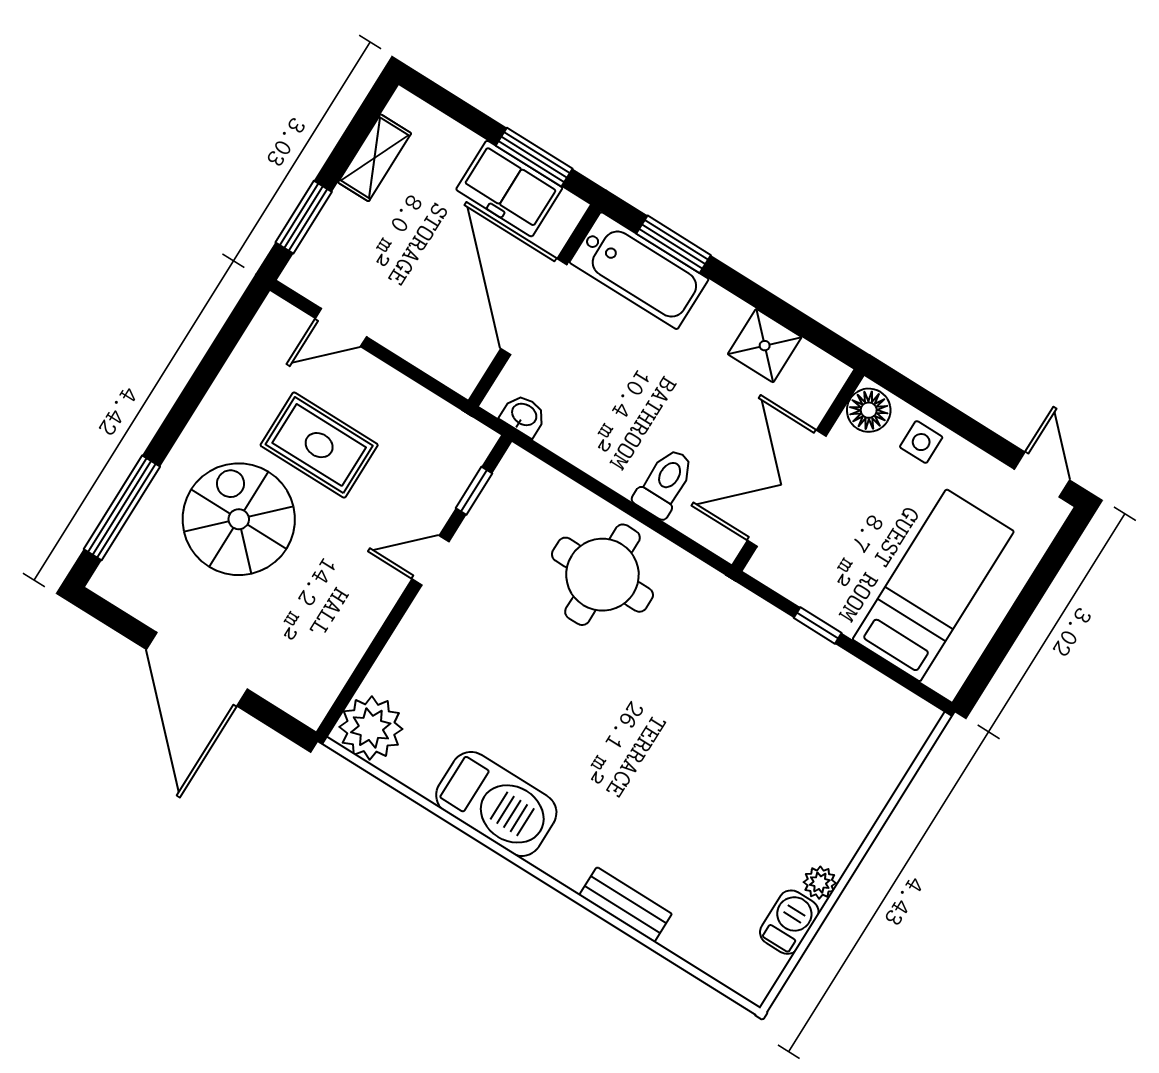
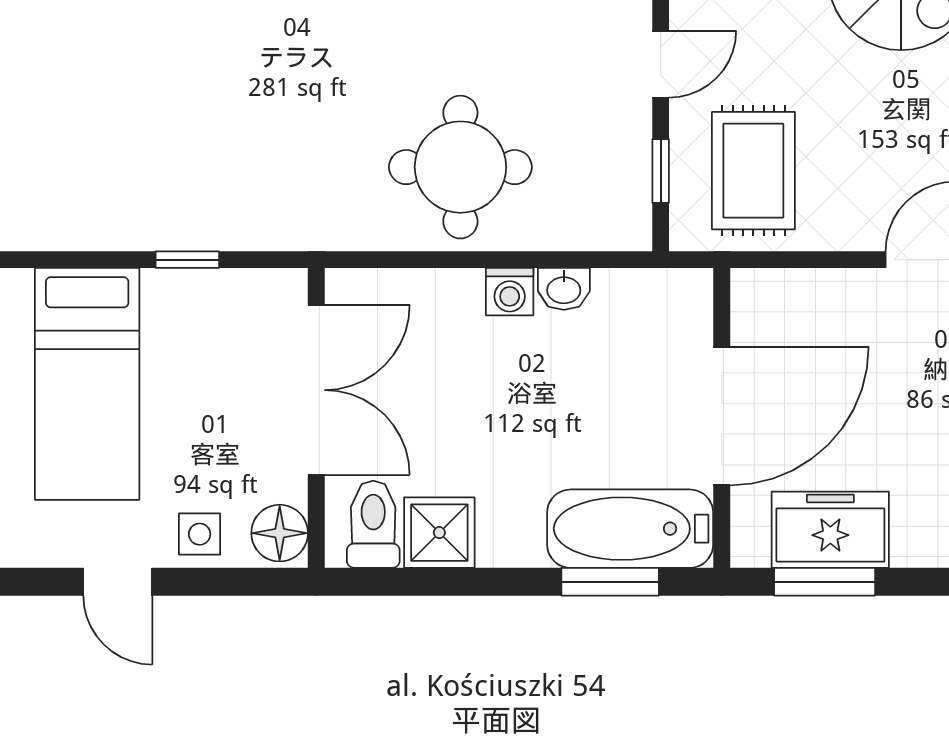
door: (534, 307) -> (722, 416), hinge flipped
washbasin: (524, 415) -> (564, 289), moved
rug: (319, 445) -> (753, 171), moved, turned 90
washing machine: (621, 474) -> (510, 292), added
door: (1042, 475) -> (118, 582), moved
toilet: (665, 483) -> (373, 524), moved, turned 180

